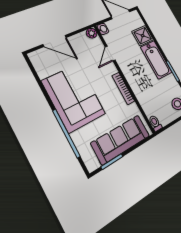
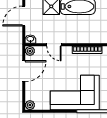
door: (55, 41) -> (24, 71), moved
plant: (35, 57) -> (30, 105), added

